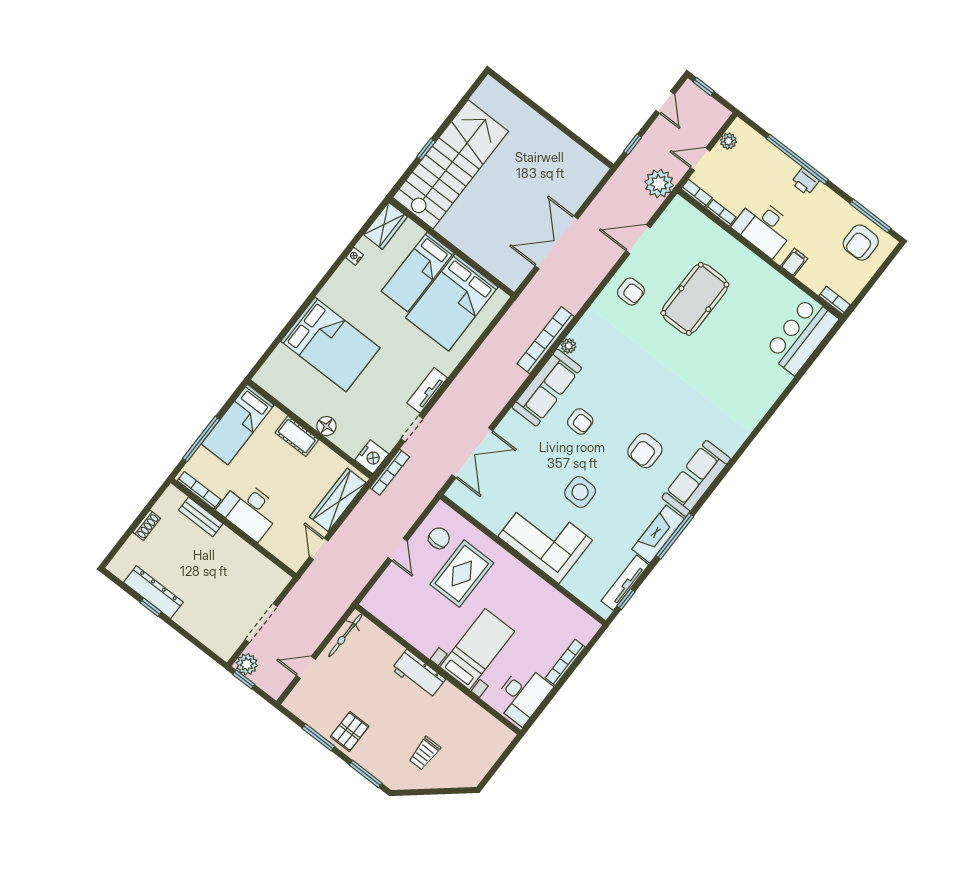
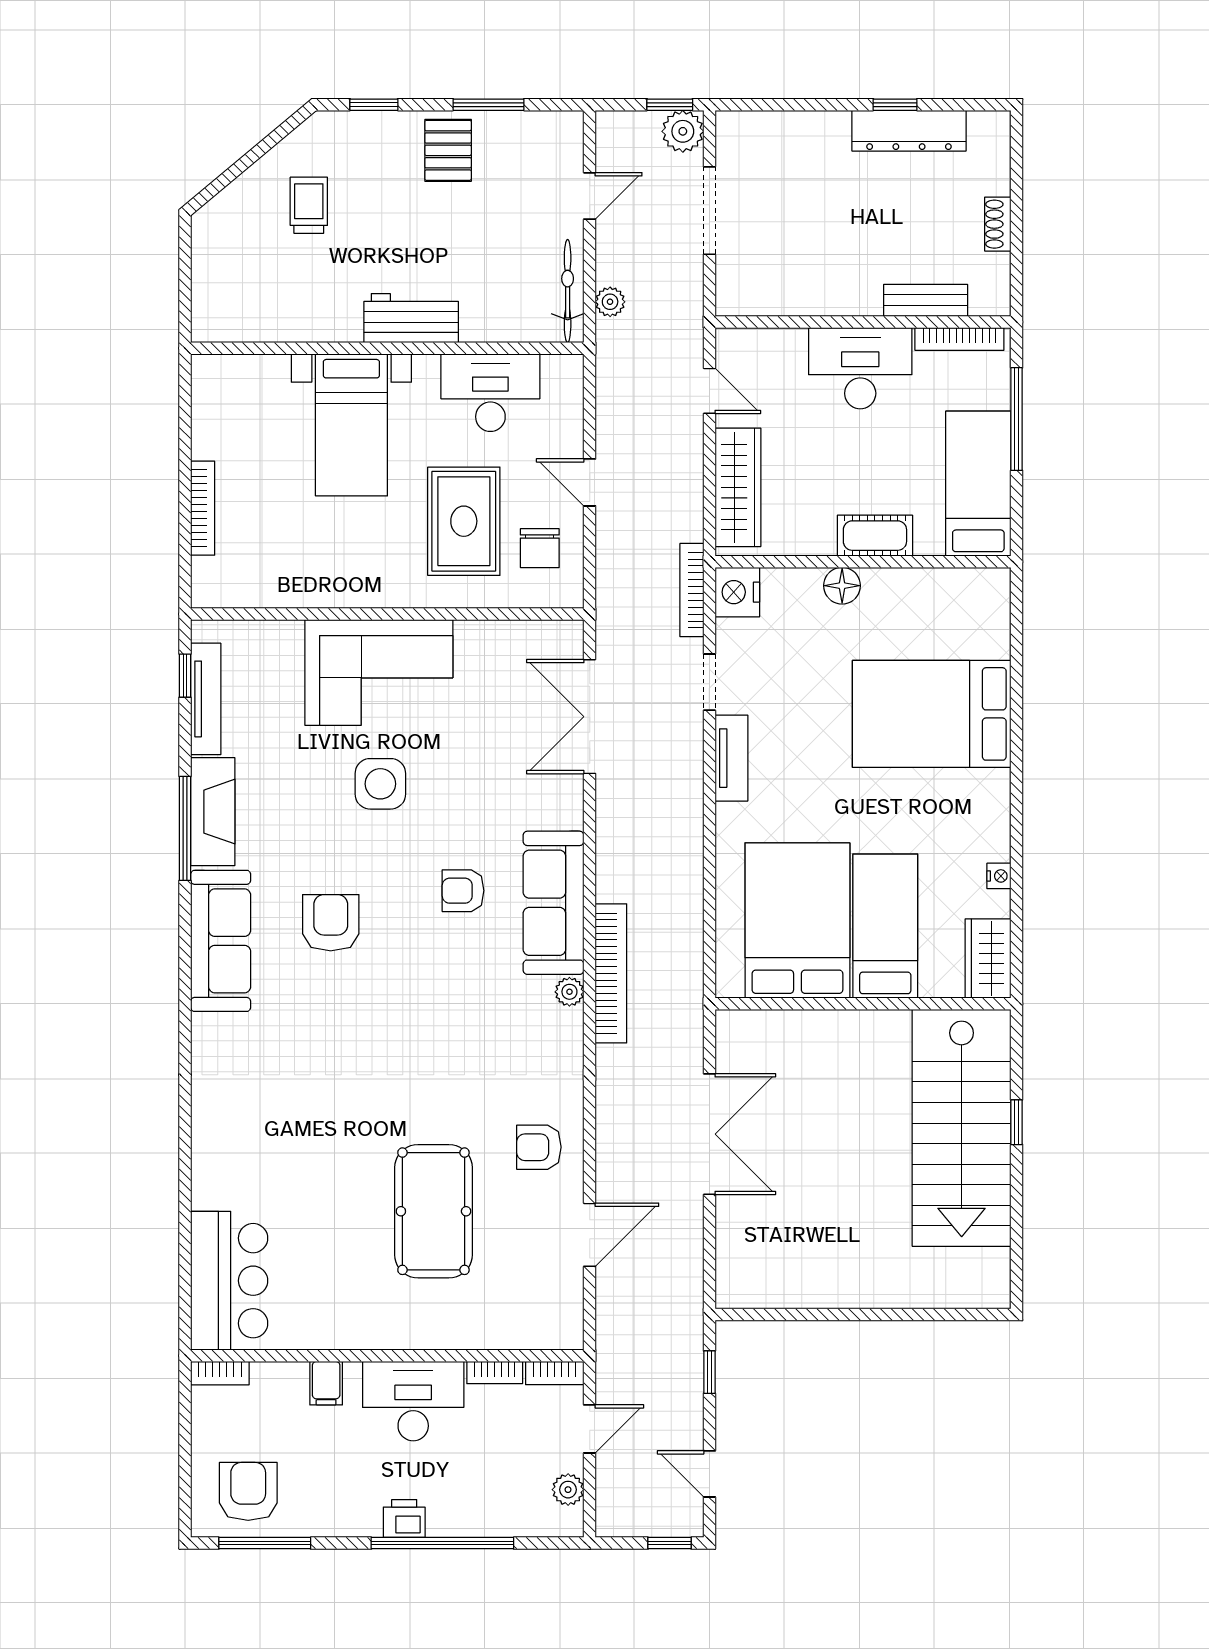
plant: (659, 184) -> (610, 302), moved, width x0.53, depth x0.53
desk: (522, 695) -> (490, 393), moved, turned 90
window: (366, 774) -> (374, 105), width x0.67

